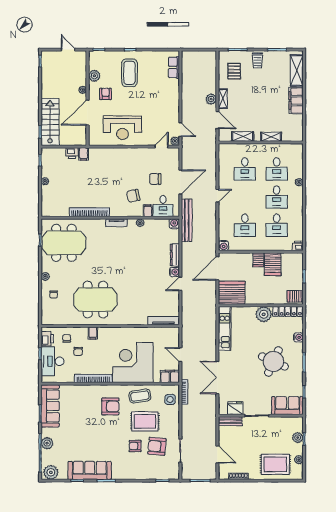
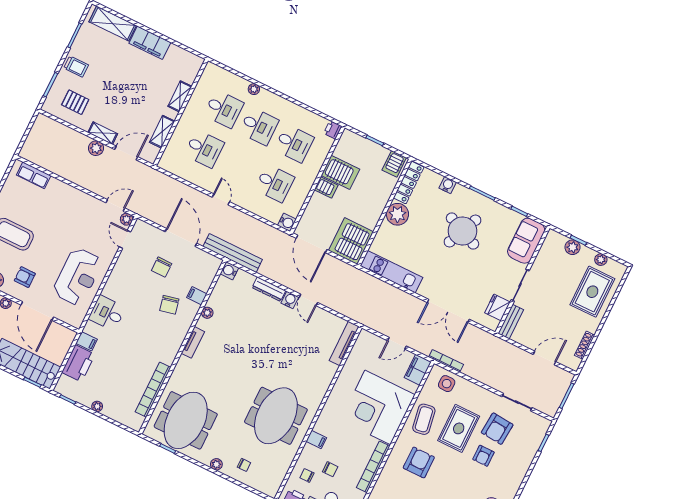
printer: (72, 153) -> (78, 363), width x1.87, depth x1.48
desk: (163, 206) -> (107, 313), moved, turned 180
bookcase: (89, 212) -> (153, 390), moved

